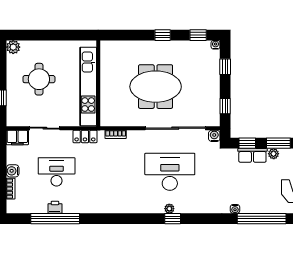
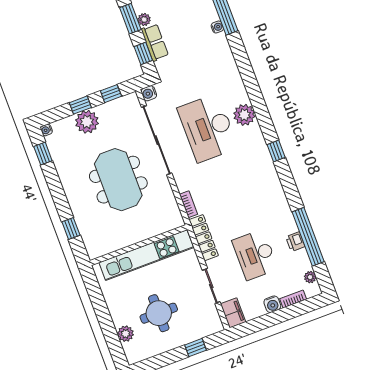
window: (163, 35) -> (71, 228), moved
plant: (13, 47) -> (126, 334), moved
window: (225, 67) -> (80, 105), moved
plant: (210, 79) -> (87, 122), added
locker: (85, 136) -> (204, 238), width x1.53
plant: (23, 208) -> (310, 277), added
plant: (169, 209) -> (244, 115), width x1.87, depth x1.87
water cooler: (235, 209) -> (217, 27), moved
window: (173, 219) -> (276, 151), moved

